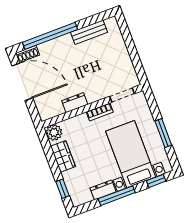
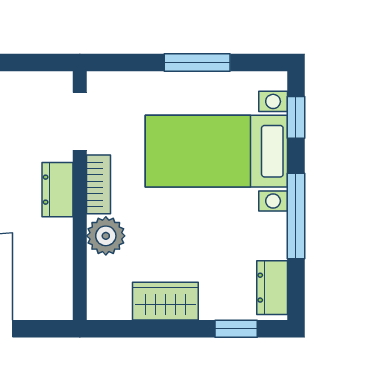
dresser: (75, 103) -> (58, 190), moved
plant: (54, 132) -> (106, 236), moved
dresser: (103, 190) -> (272, 288), moved

